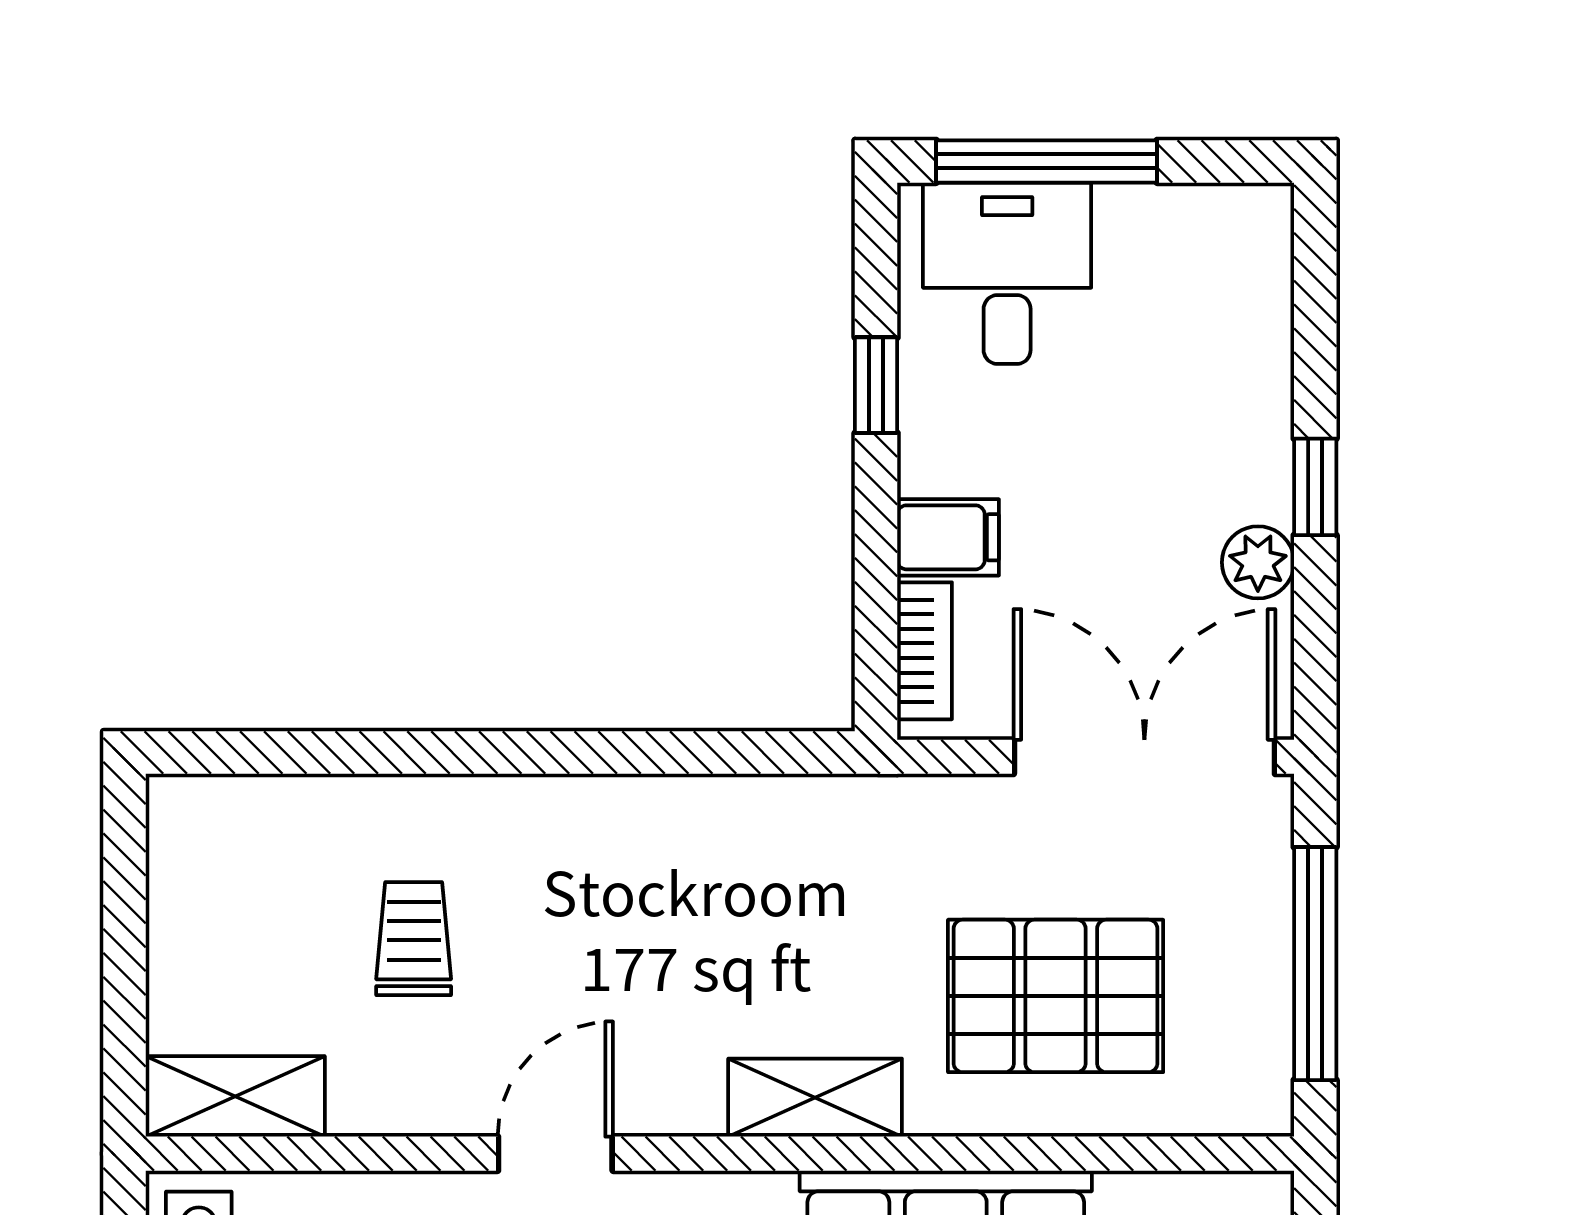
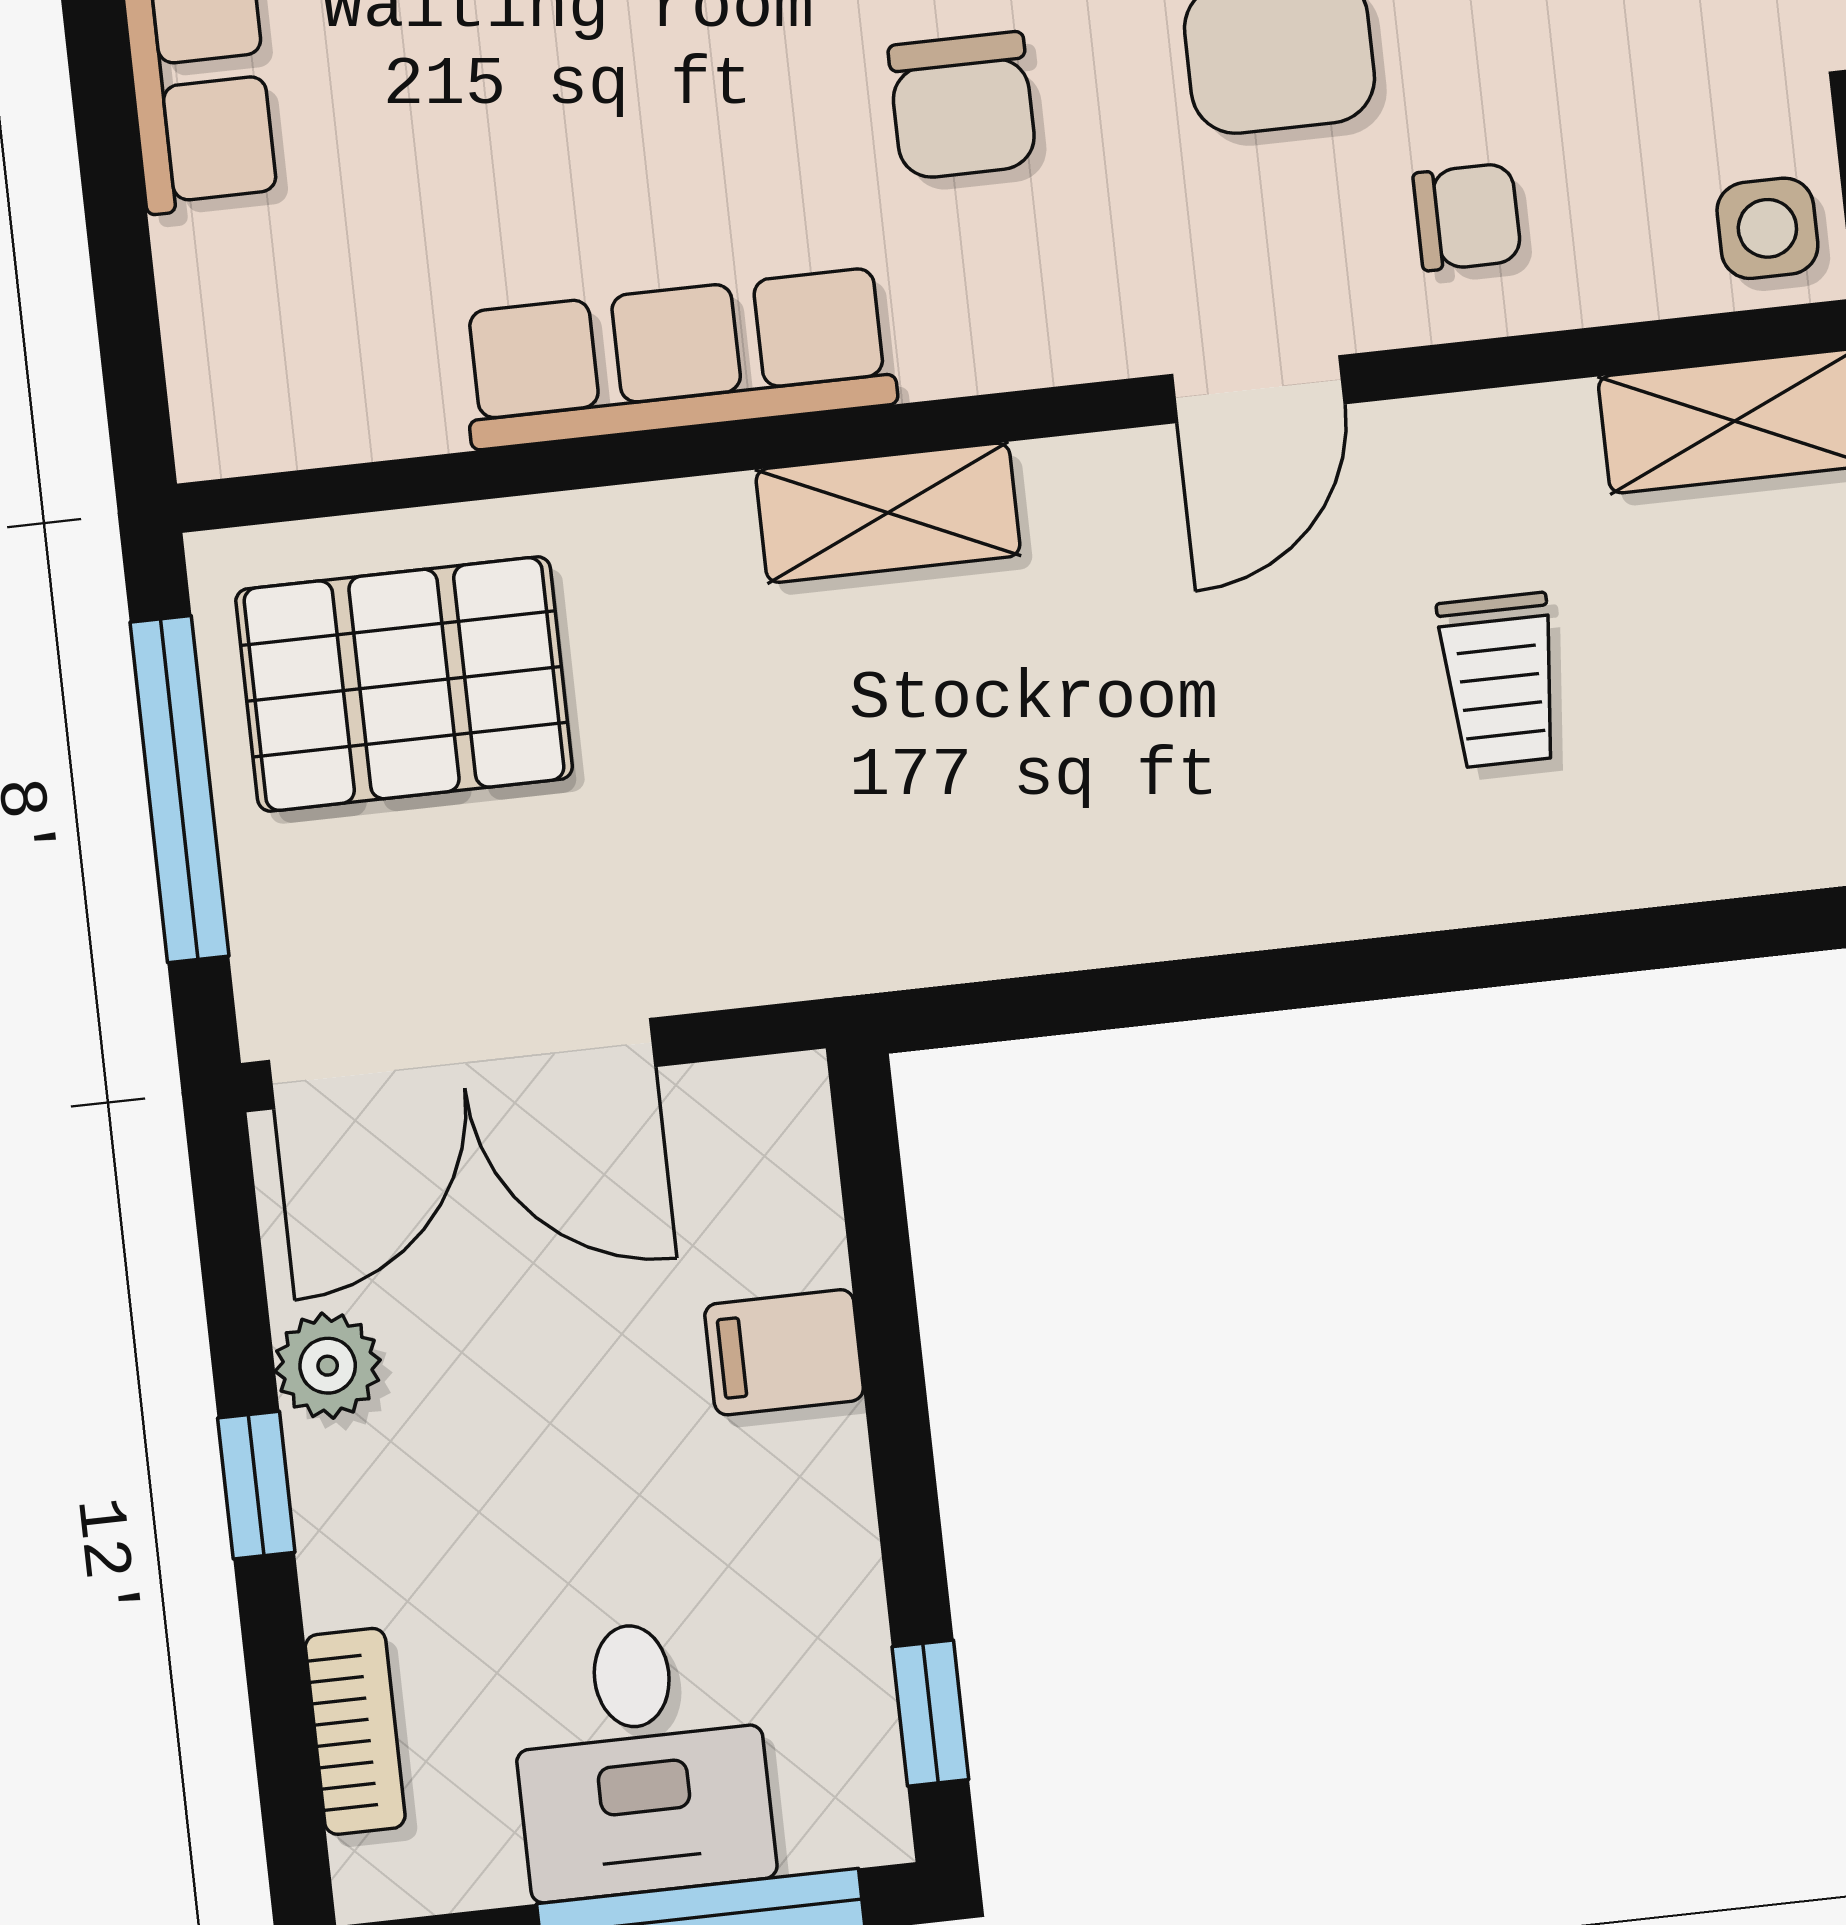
desk: (1007, 273) -> (641, 1758), moved
window: (876, 385) -> (930, 1713), moved
bookcase: (925, 651) -> (355, 1731), moved, turned 180
pallet: (1056, 996) -> (404, 684), moved

